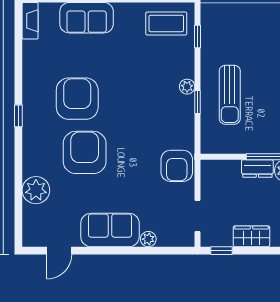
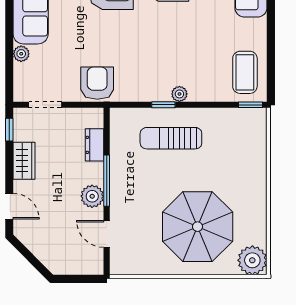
window: (198, 36) -> (251, 105), moved
armchair: (177, 166) -> (97, 83), turned 90
dresser: (257, 168) -> (94, 145), moved

